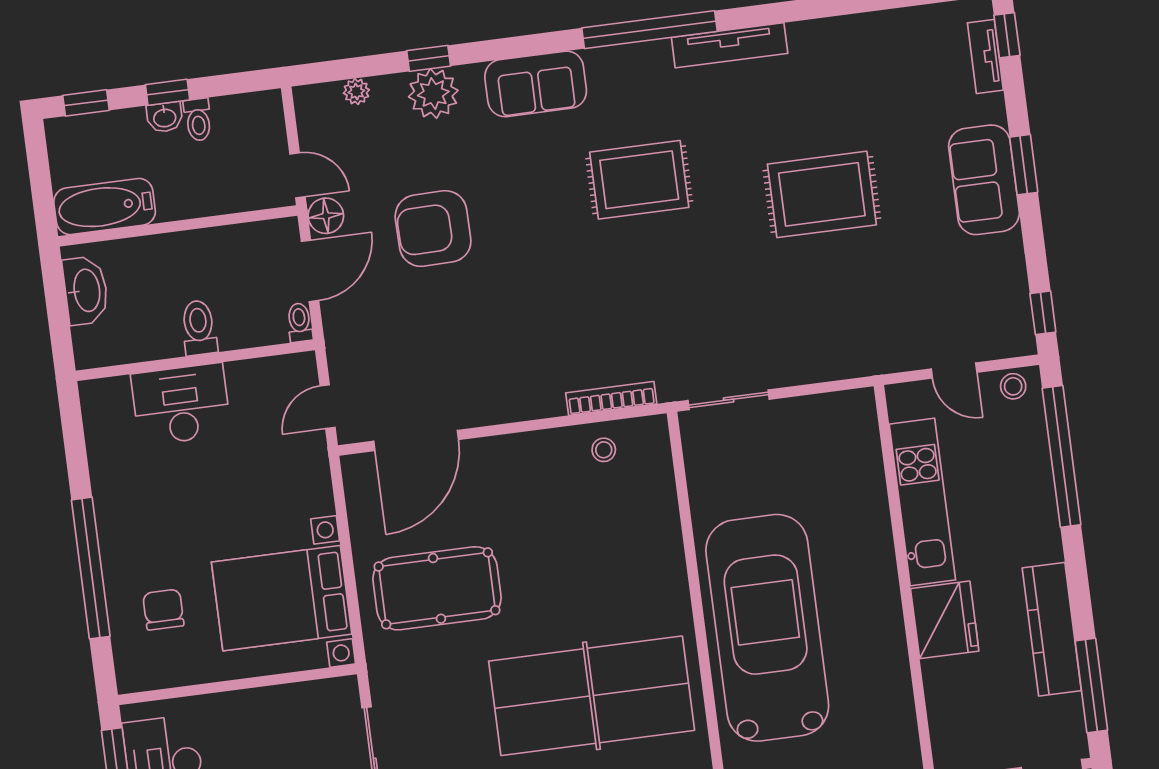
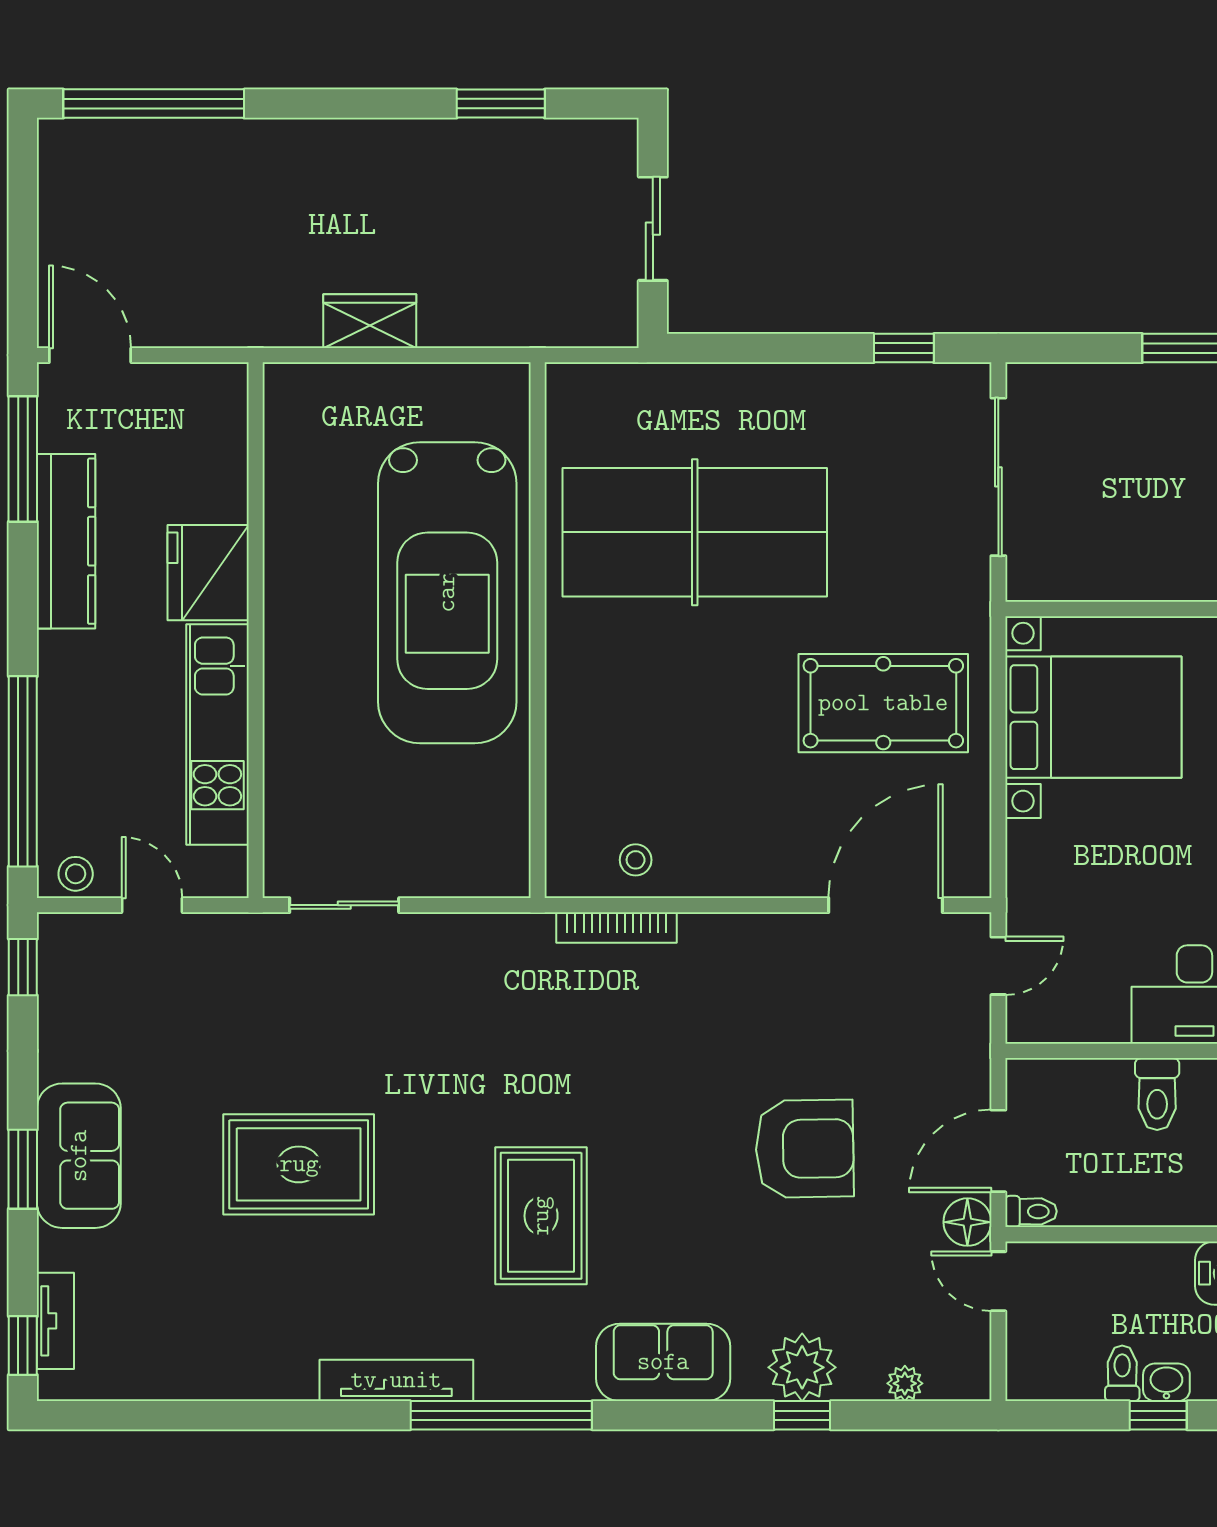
rug: (639, 180) -> (541, 1216), turned 90
armchair: (433, 229) -> (805, 1149), moved
toilet: (300, 322) -> (1031, 1211), moved, turned -90
sliding door: (729, 400) -> (344, 905), moved

